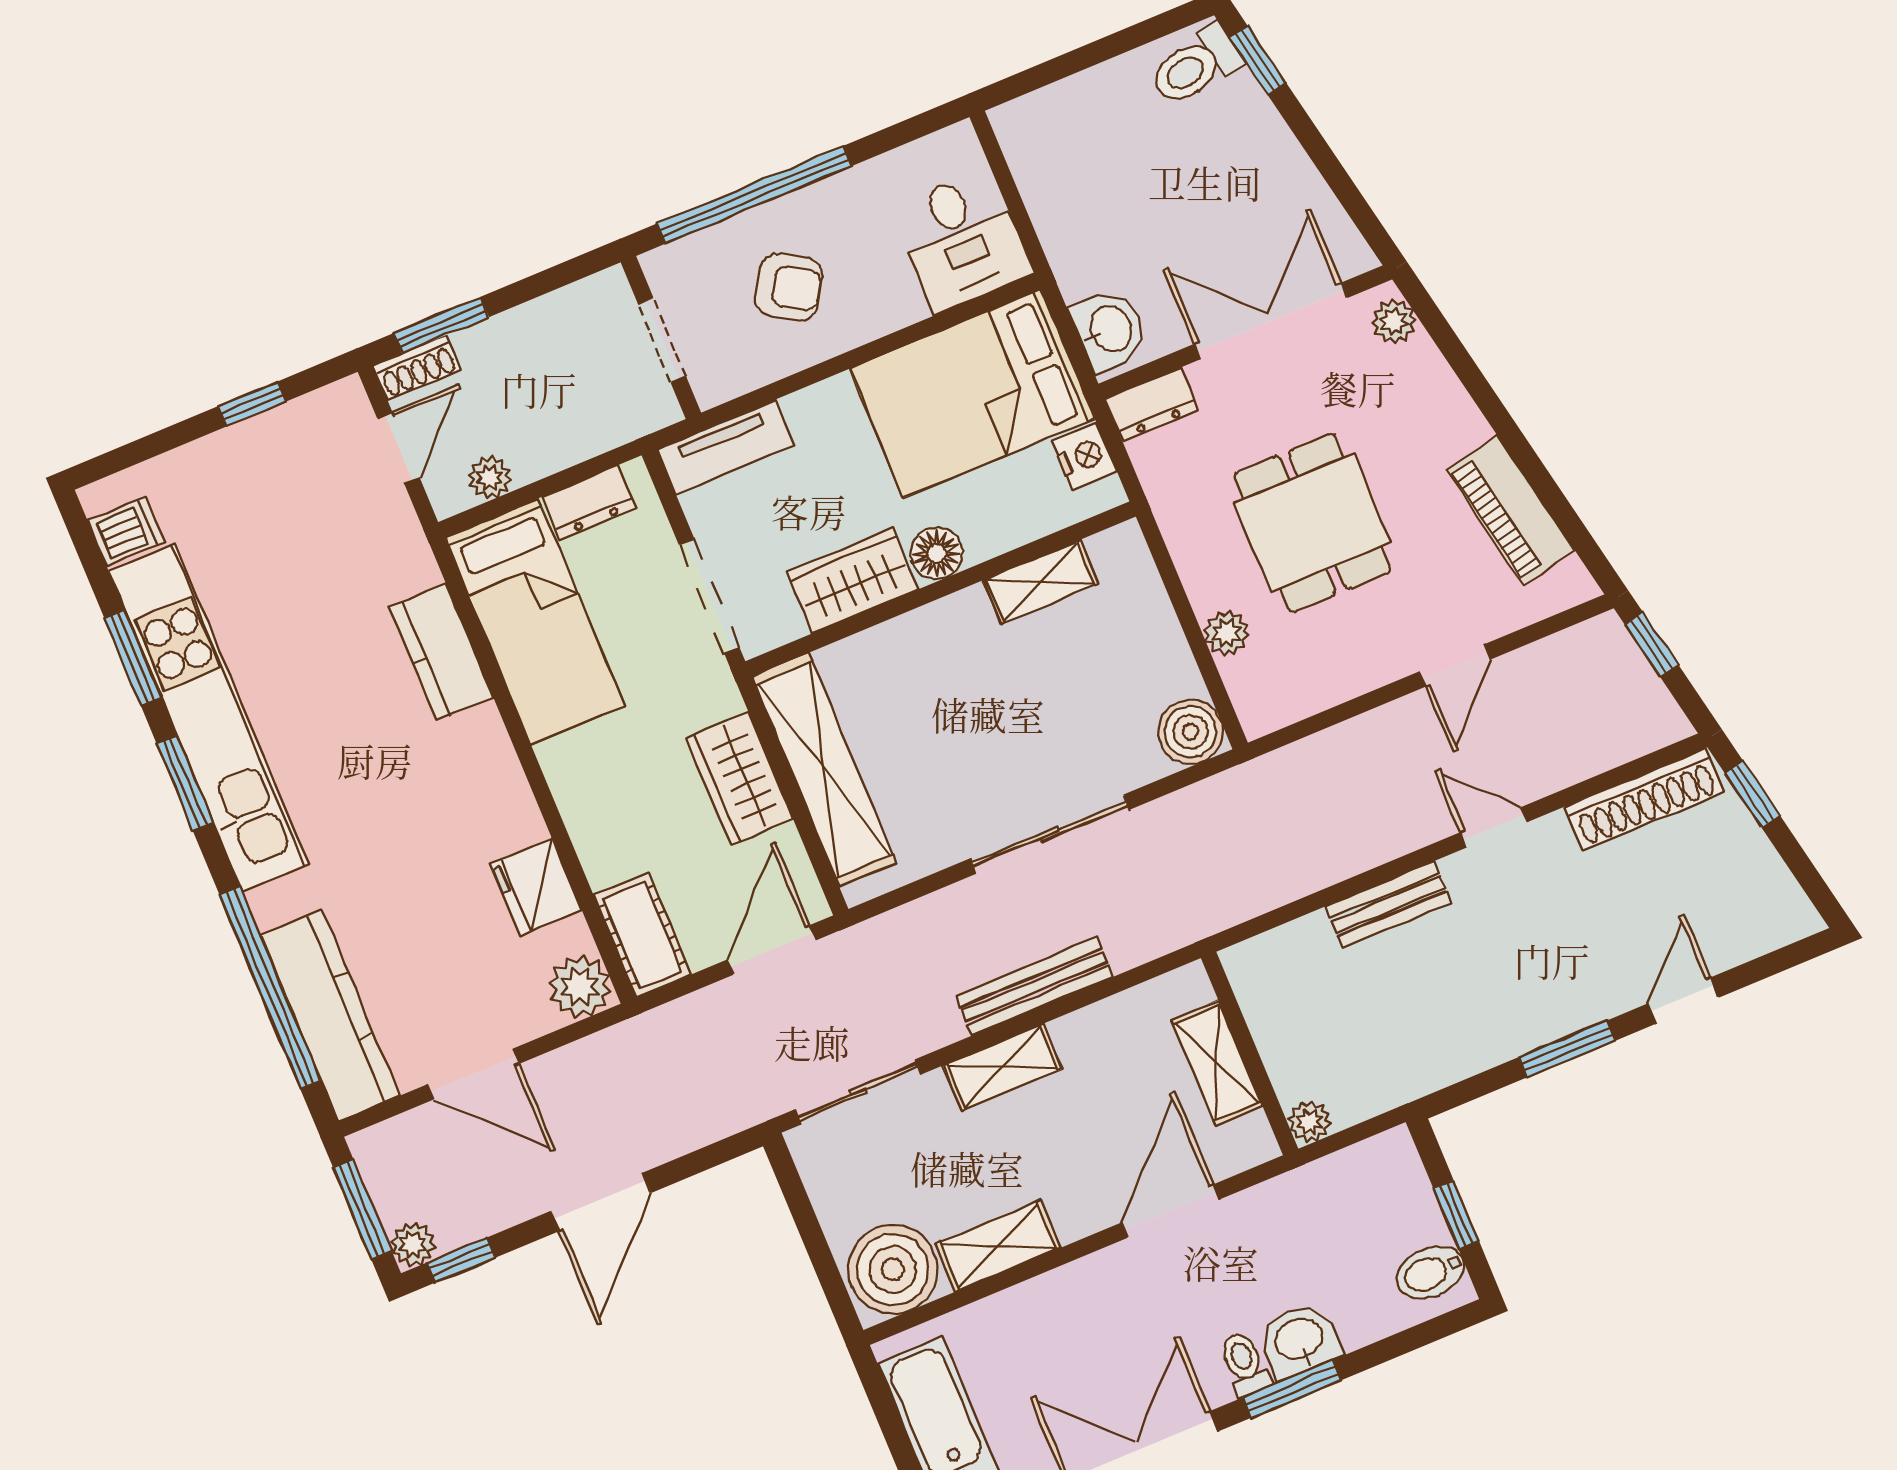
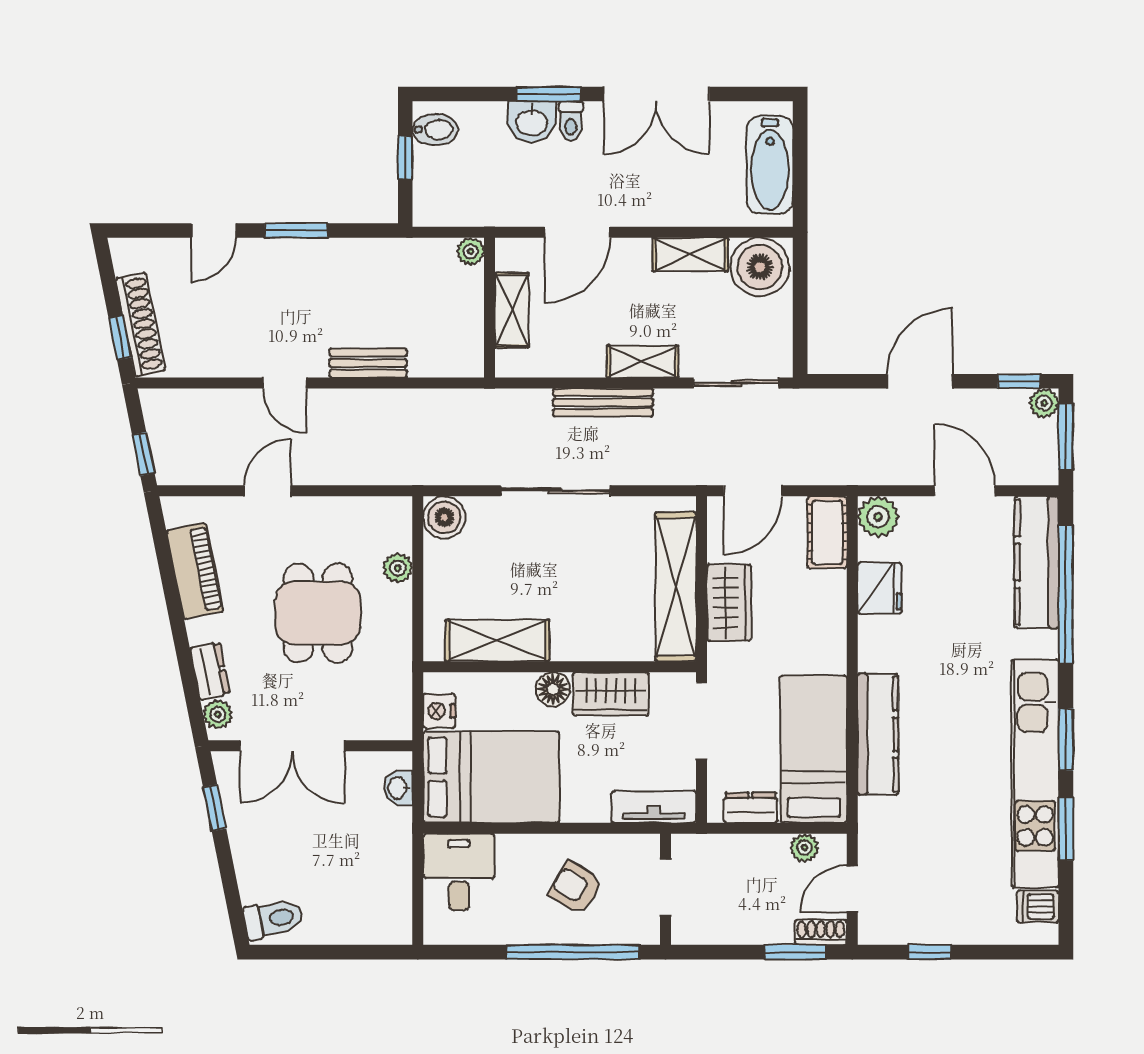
window: (1258, 60) -> (215, 808), moved
washbasin: (1109, 329) -> (398, 788), width x0.72, depth x0.69
dresser: (1151, 405) -> (210, 671), moved, turned 79
shelving: (1040, 582) -> (497, 641), width x1.50, depth x1.33
kitchen counter: (441, 652) -> (878, 734), width x1.50
shoe rack: (1644, 799) -> (140, 324), moved, turned 79

